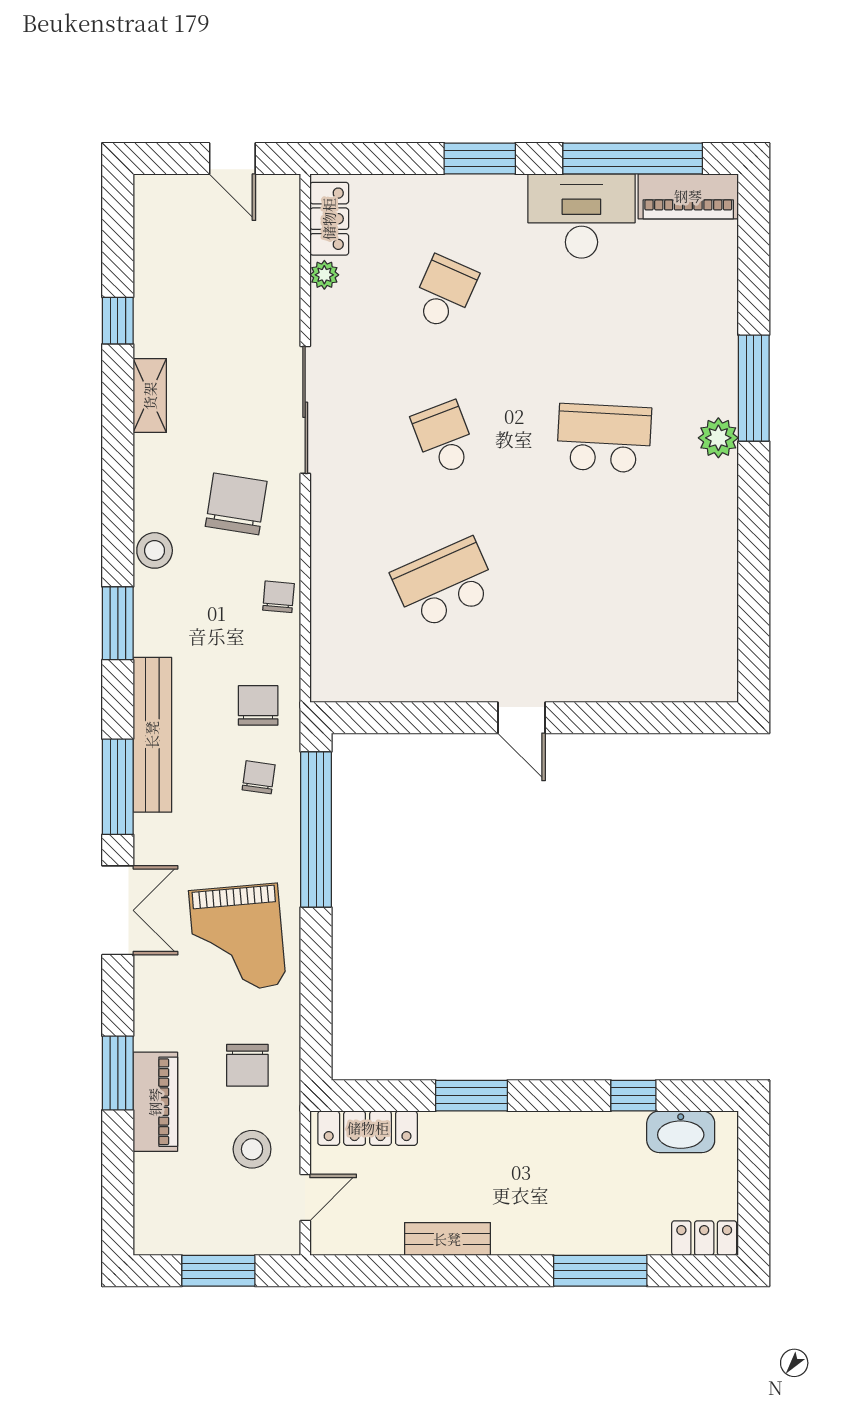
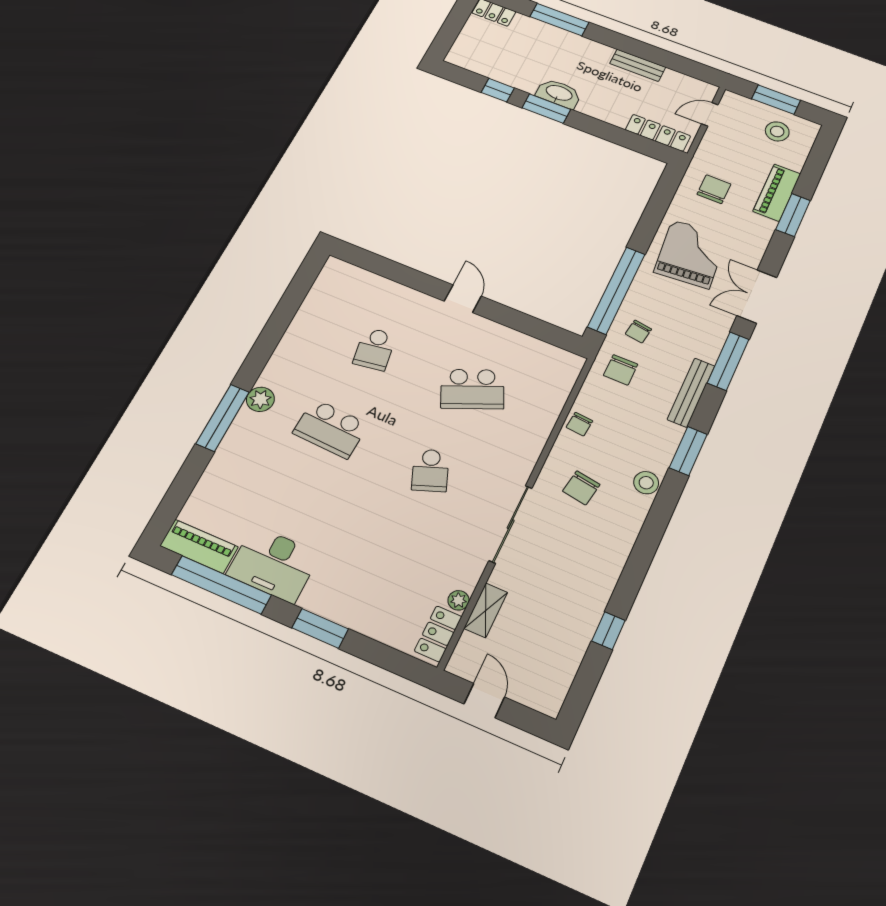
school desk: (444, 293) -> (375, 349), moved, turned -33
shelving: (150, 396) -> (486, 610), moved
chair: (236, 504) -> (581, 488), width x0.73, depth x0.73
bench: (152, 735) -> (691, 393), width x0.73, depth x0.82
window: (472, 1096) -> (546, 109), moved
washbasin: (681, 1132) -> (559, 93), moved
stool: (252, 1149) -> (777, 131), moved

